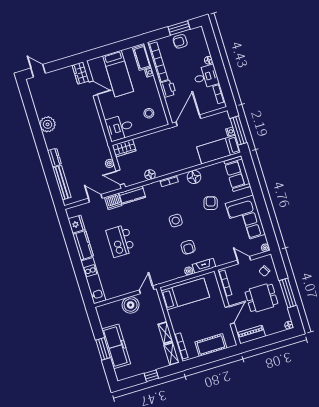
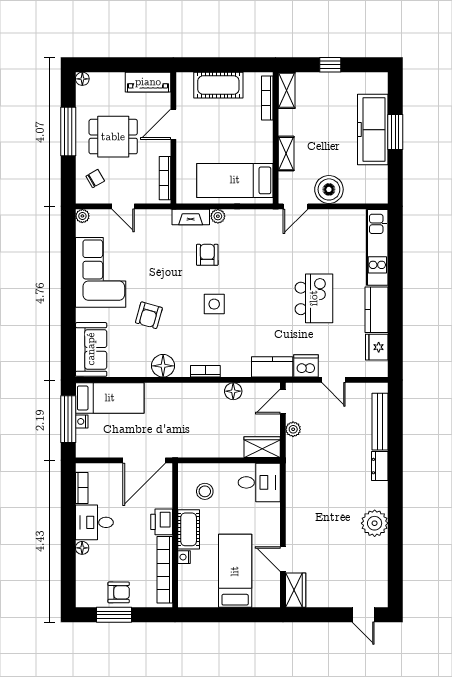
cot: (142, 58) -> (189, 529), moved
door: (120, 177) -> (283, 402), swing flipped
shelving: (165, 333) -> (286, 154), moved

